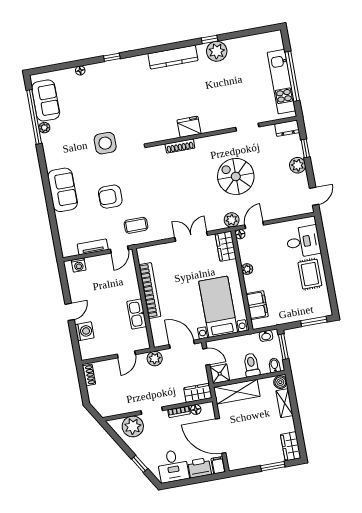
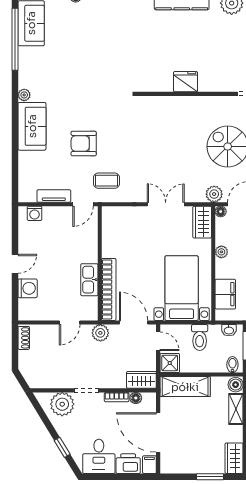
plant: (44, 128) -> (24, 95), moved
side table: (105, 143) -> (89, 83), removed
shoe rack: (180, 146) -> (171, 101), removed
bookcase: (150, 291) -> (109, 289), moved
toilet: (251, 365) -> (200, 338), moved, turned 180

